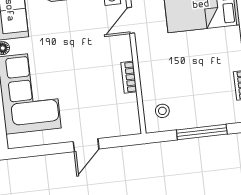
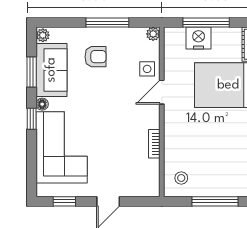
window: (39, 151) -> (64, 201), added

